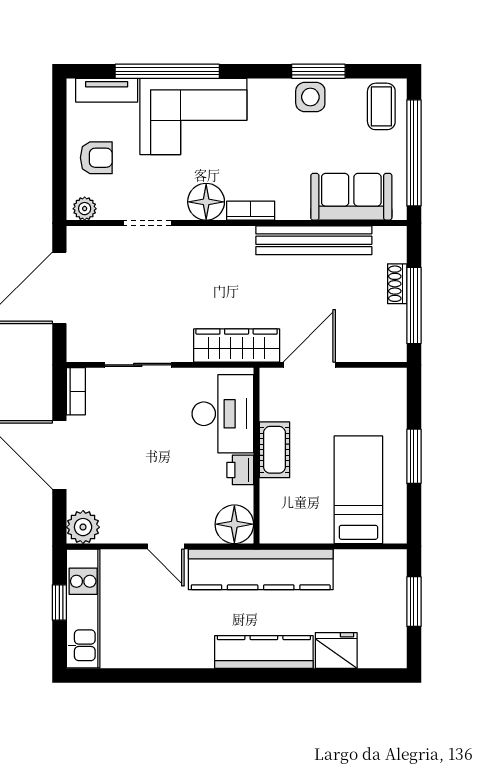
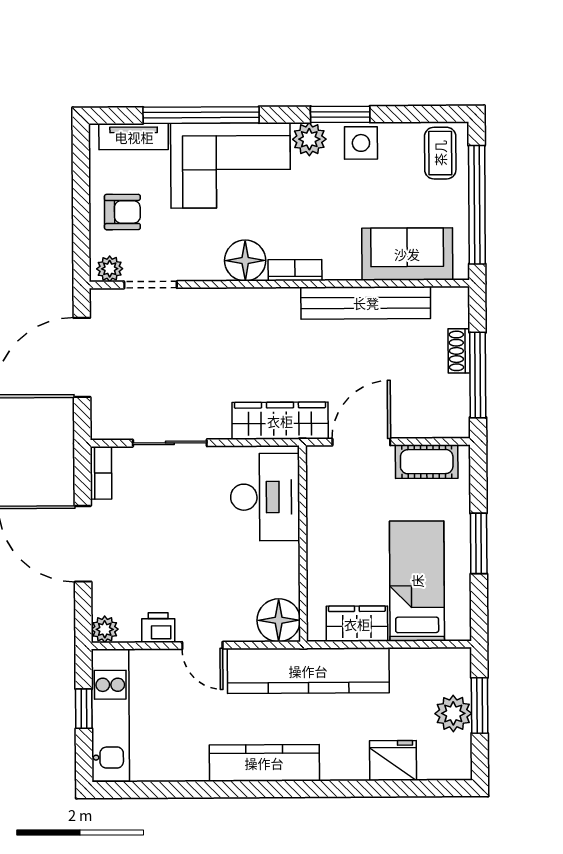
window: (318, 71) -> (340, 114), moved
plant: (264, 93) -> (309, 139), added
doorway: (147, 223) -> (151, 285), moved
cot: (274, 450) -> (427, 462), moved, turned 90
printer: (240, 470) -> (158, 628), moved, turned 90
plant: (83, 527) -> (105, 629), width x0.73, depth x0.73
wardrobe: (305, 528) -> (357, 624), added
plant: (390, 609) -> (453, 713), added
kitchen counter: (264, 652) -> (264, 763), moved

